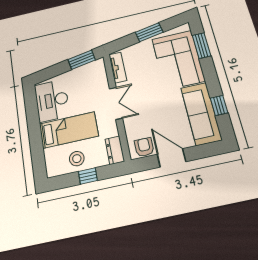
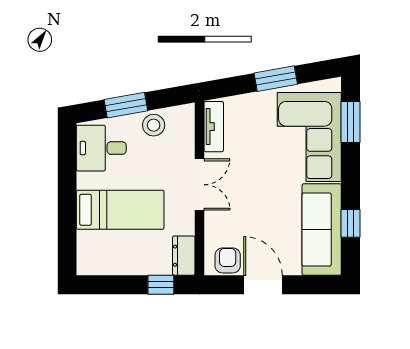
window: (82, 60) -> (126, 105), moved
desk: (52, 100) -> (101, 148), width x0.73
stool: (77, 159) -> (154, 125), moved
window: (88, 176) -> (161, 285), moved

